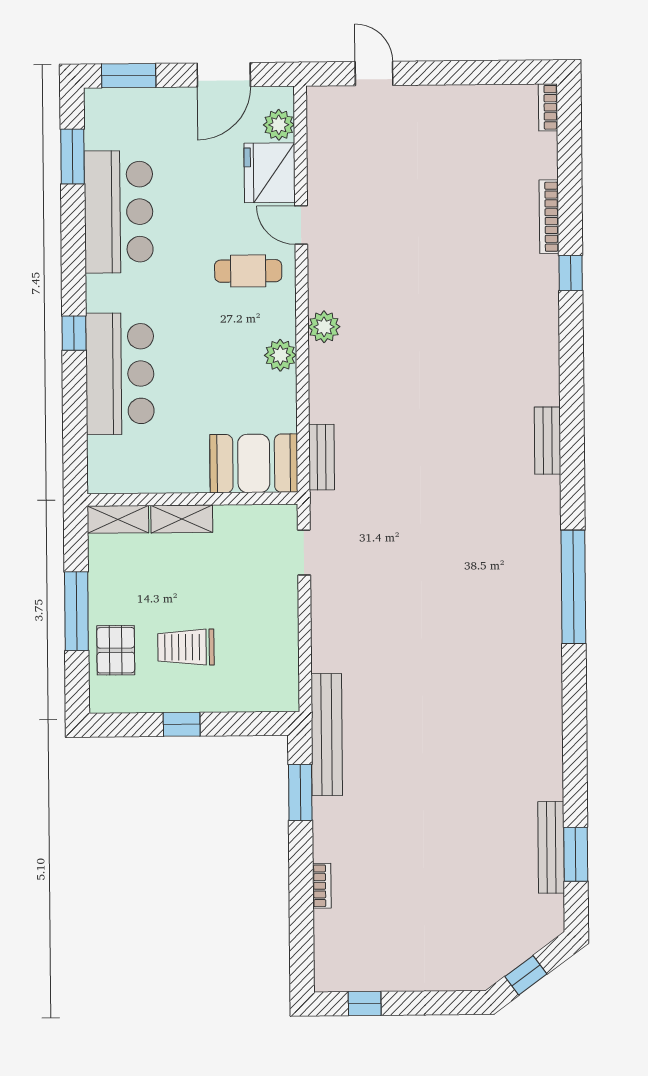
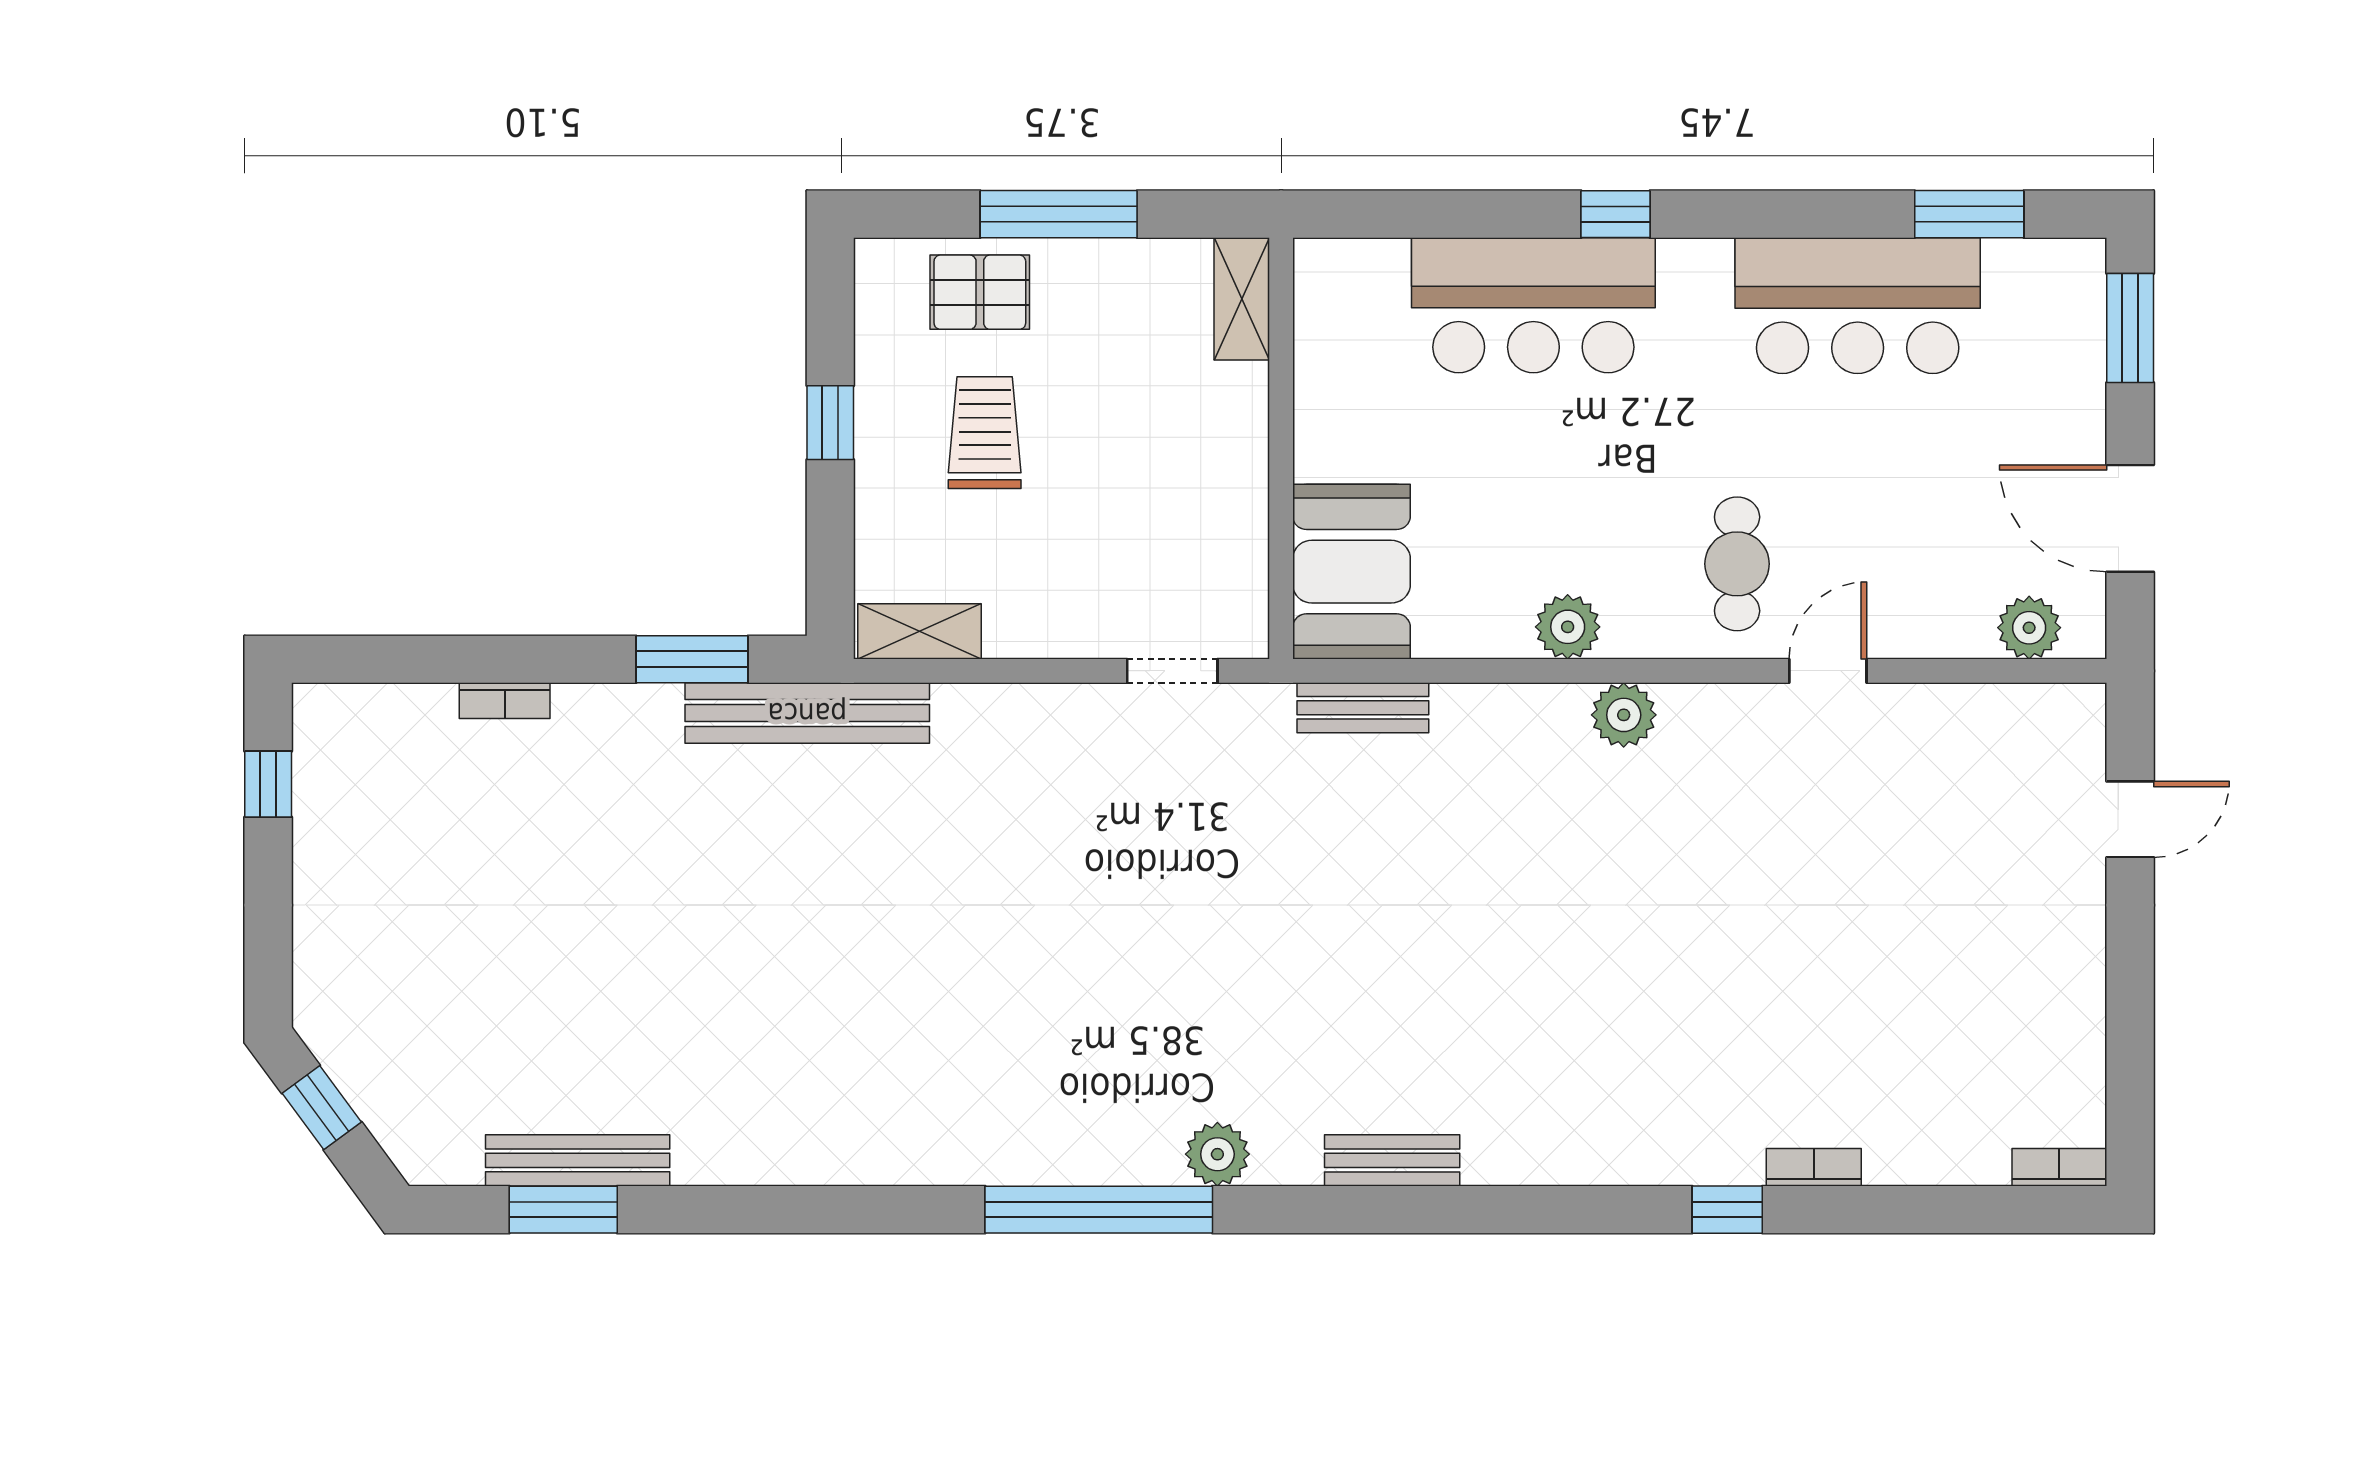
fridge: (270, 173) -> (1933, 609), removed
bookcase: (549, 217) -> (1814, 1167), width x0.64
shelving: (182, 519) -> (919, 631), moved, turned 90
plant: (545, 528) -> (1217, 1154), added

